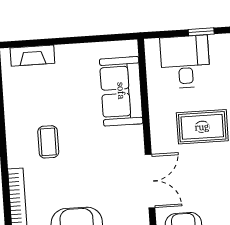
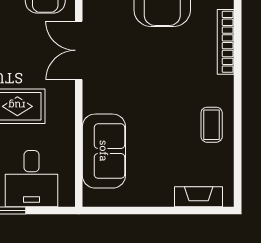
coffee table: (48, 142) -> (212, 125), moved

